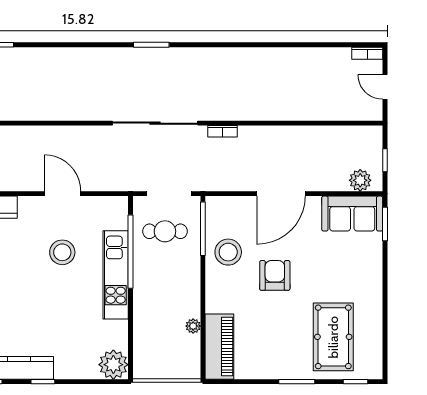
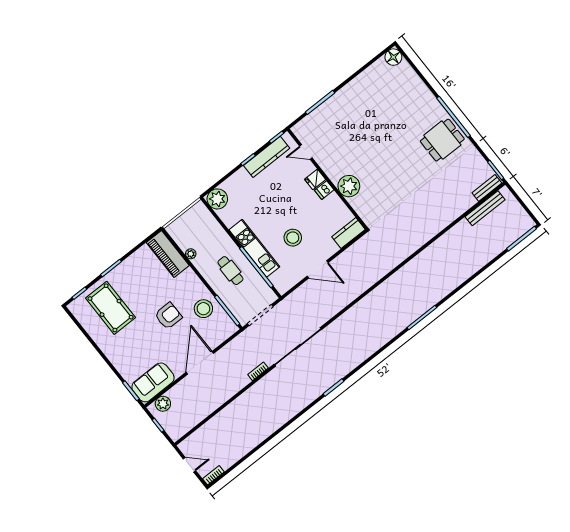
cafe table: (165, 231) -> (230, 271), moved, turned 90
armchair: (275, 275) -> (168, 316), turned -90

